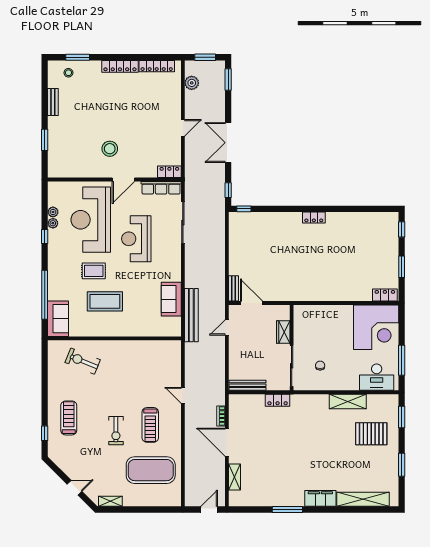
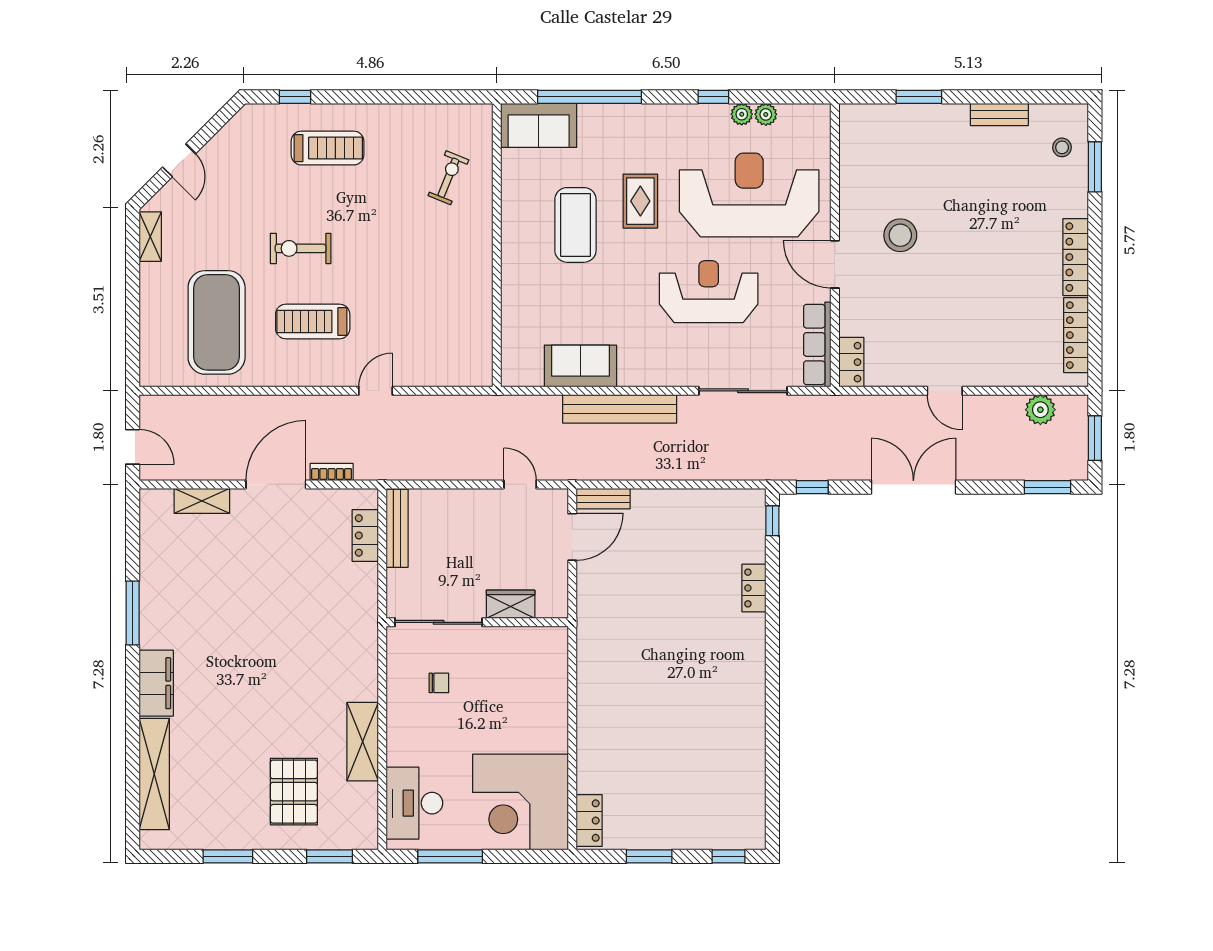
locker: (314, 218) -> (754, 588), moved
bench: (191, 315) -> (620, 409), moved
exercise bike: (83, 361) -> (448, 178), width x0.73, depth x0.72
locker: (278, 400) -> (365, 535), moved

